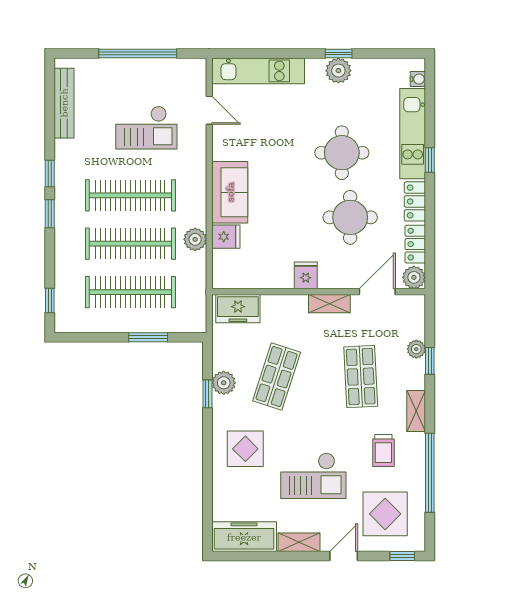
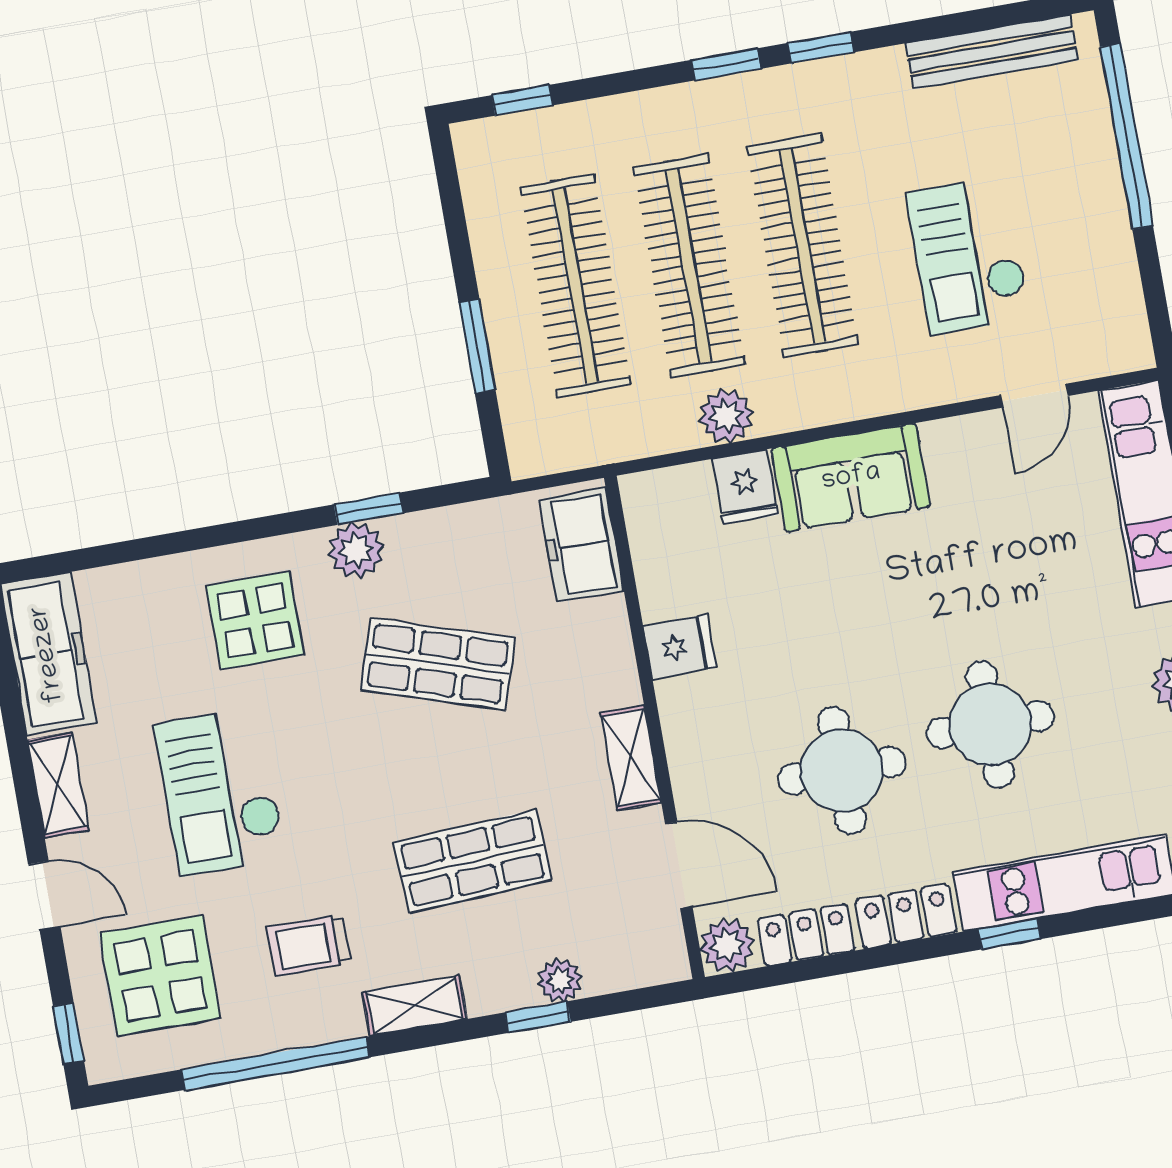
window: (138, 54) -> (1127, 136), moved
fridge: (306, 275) -> (680, 647), moved
plant: (224, 383) -> (356, 550), moved

